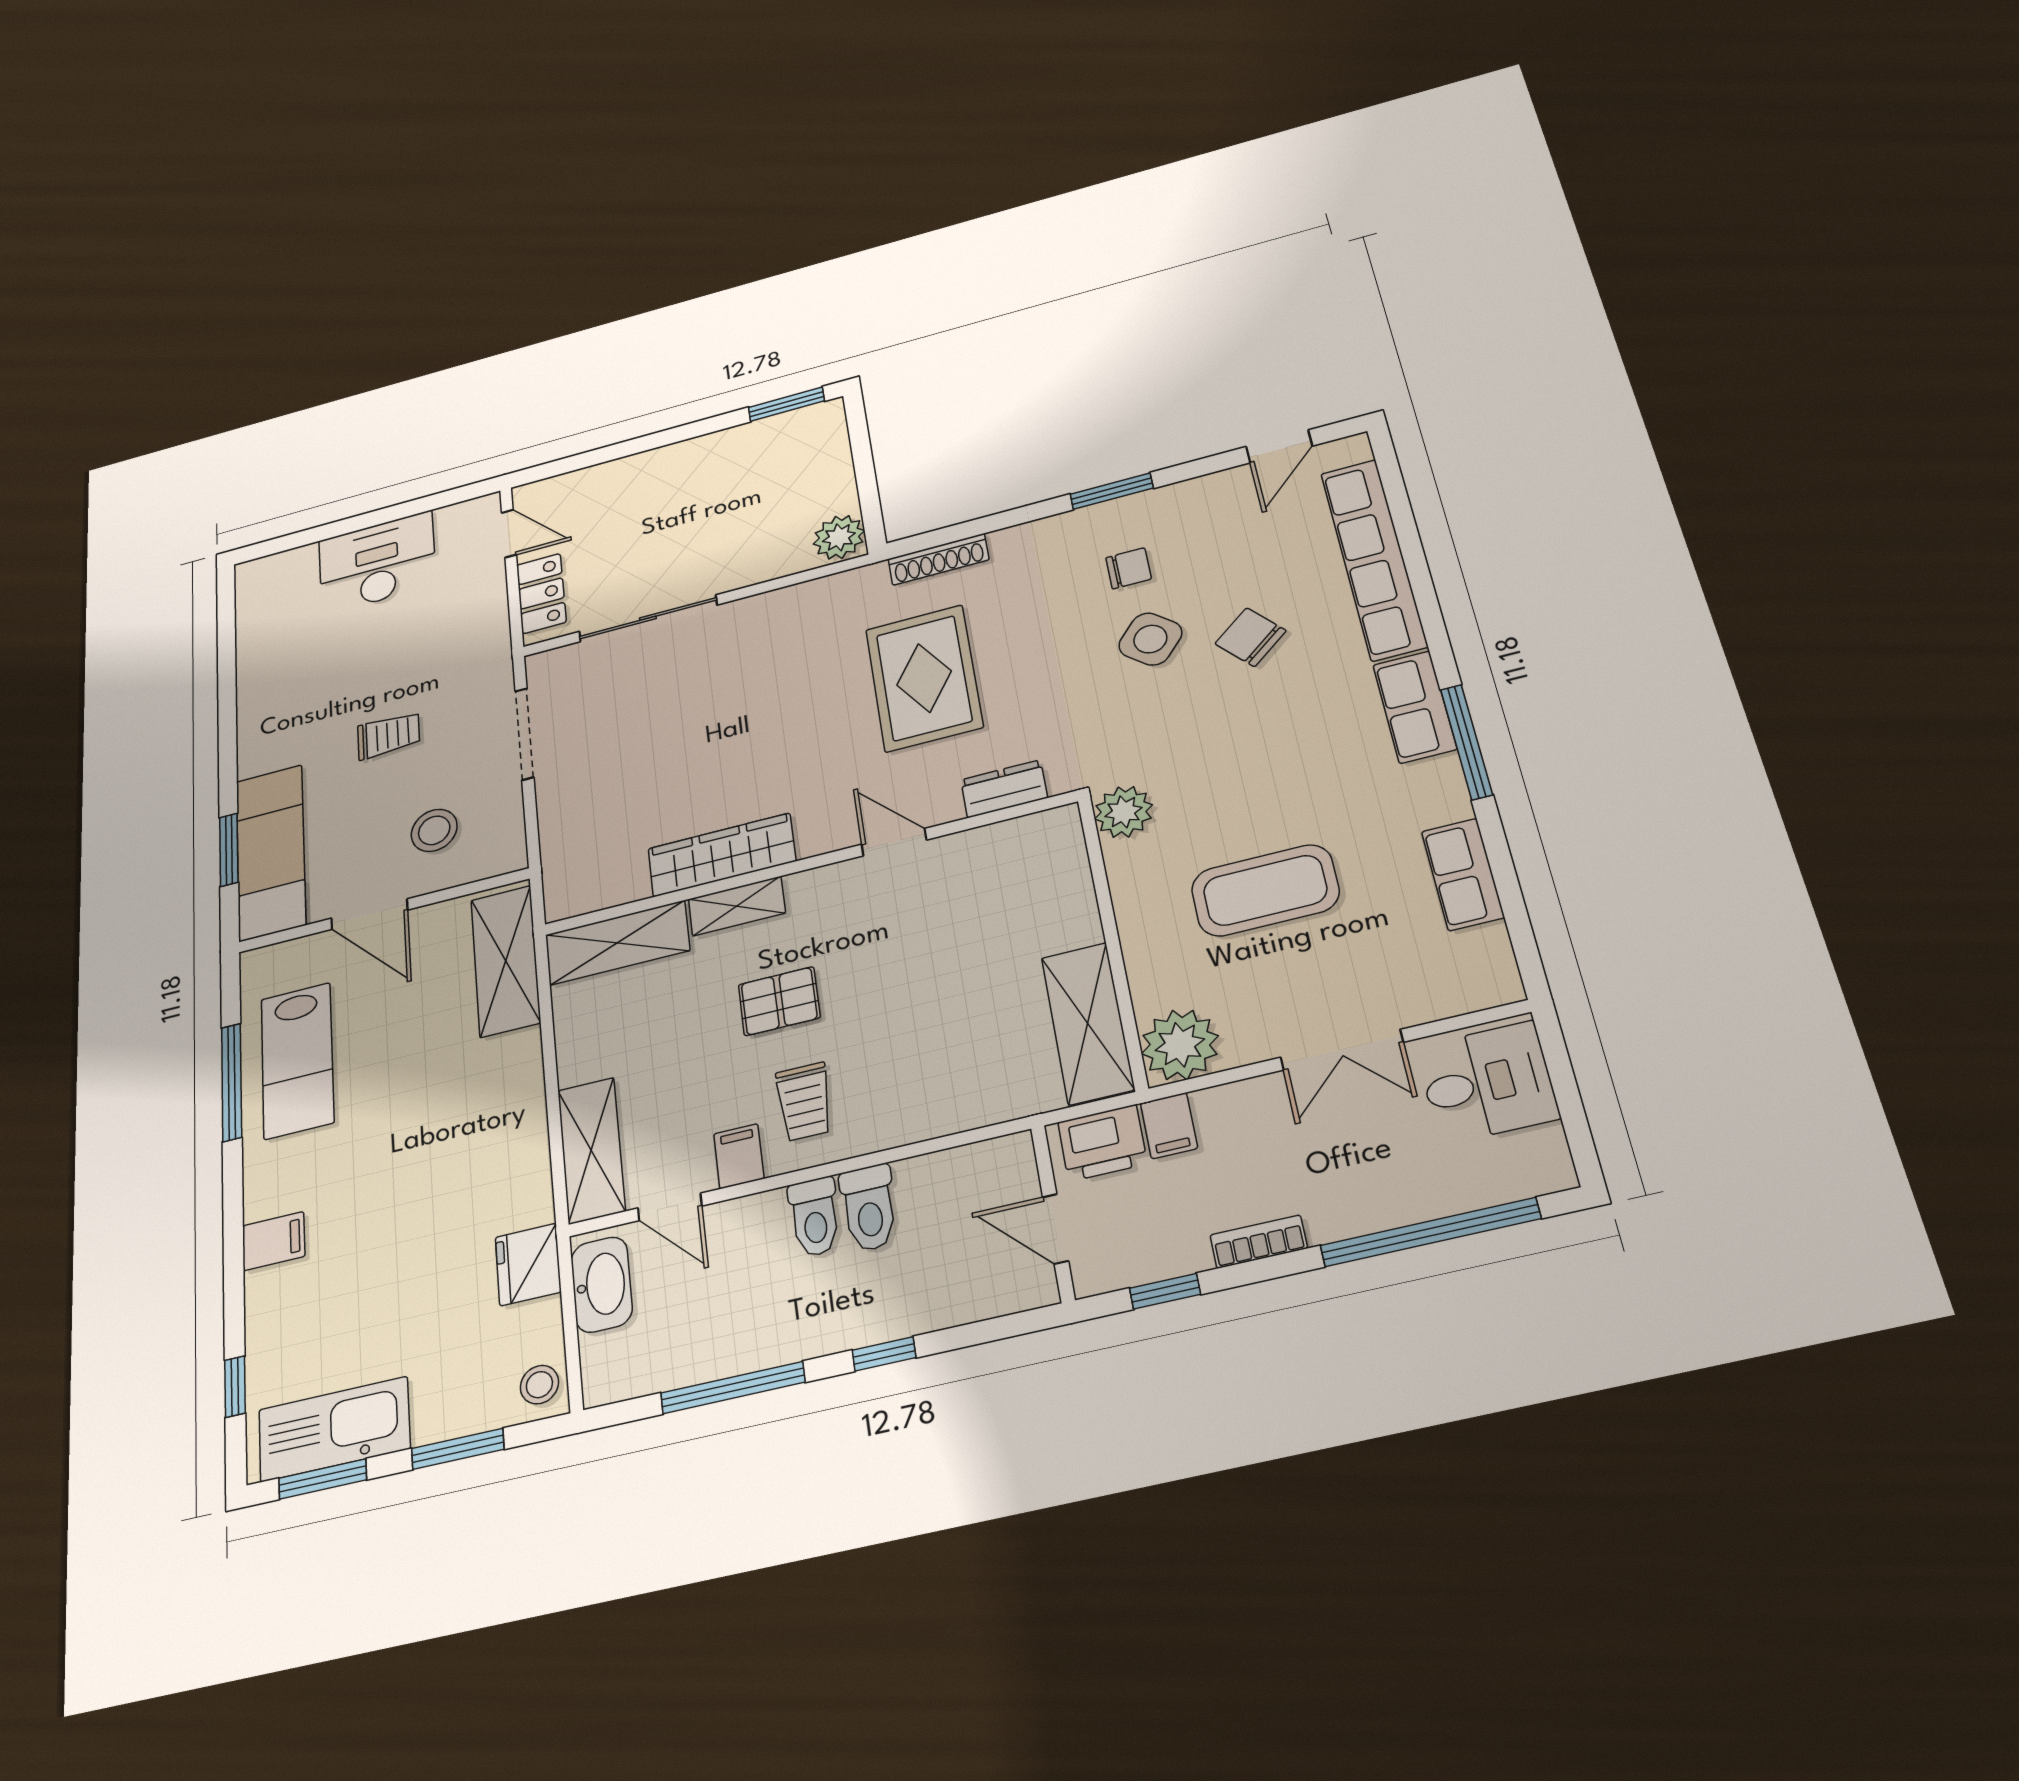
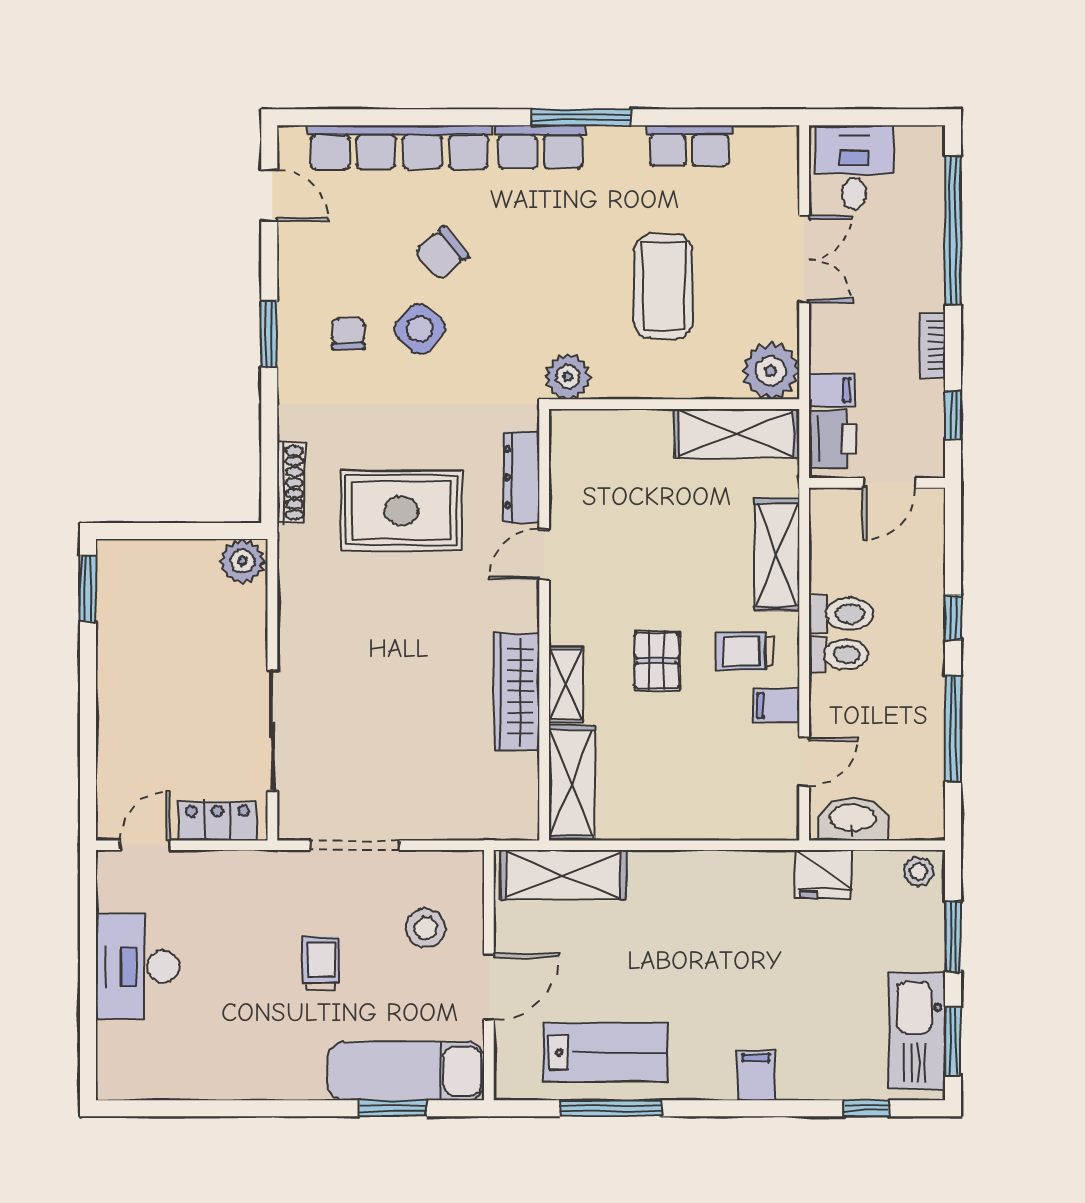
dresser: (1004, 789) -> (521, 477), width x1.44
trolley: (804, 1102) -> (745, 651), turned 180
shelving: (591, 1150) -> (777, 554), moved, turned 90

